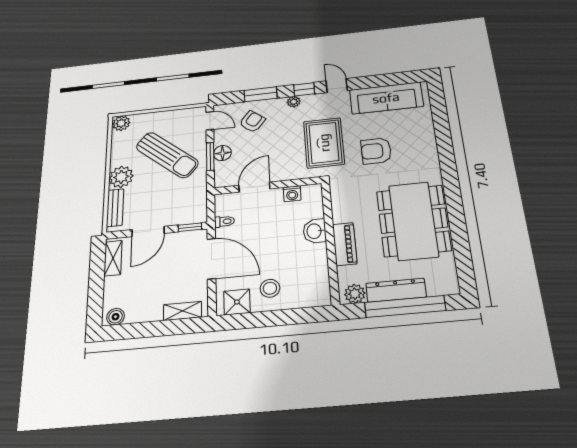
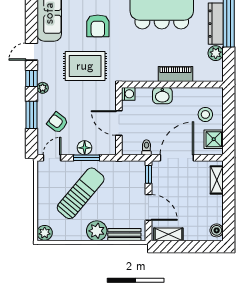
washbasin: (315, 231) -> (162, 96), moved
wall: (330, 242) -> (172, 84), moved
piano: (345, 244) -> (175, 74), moved

